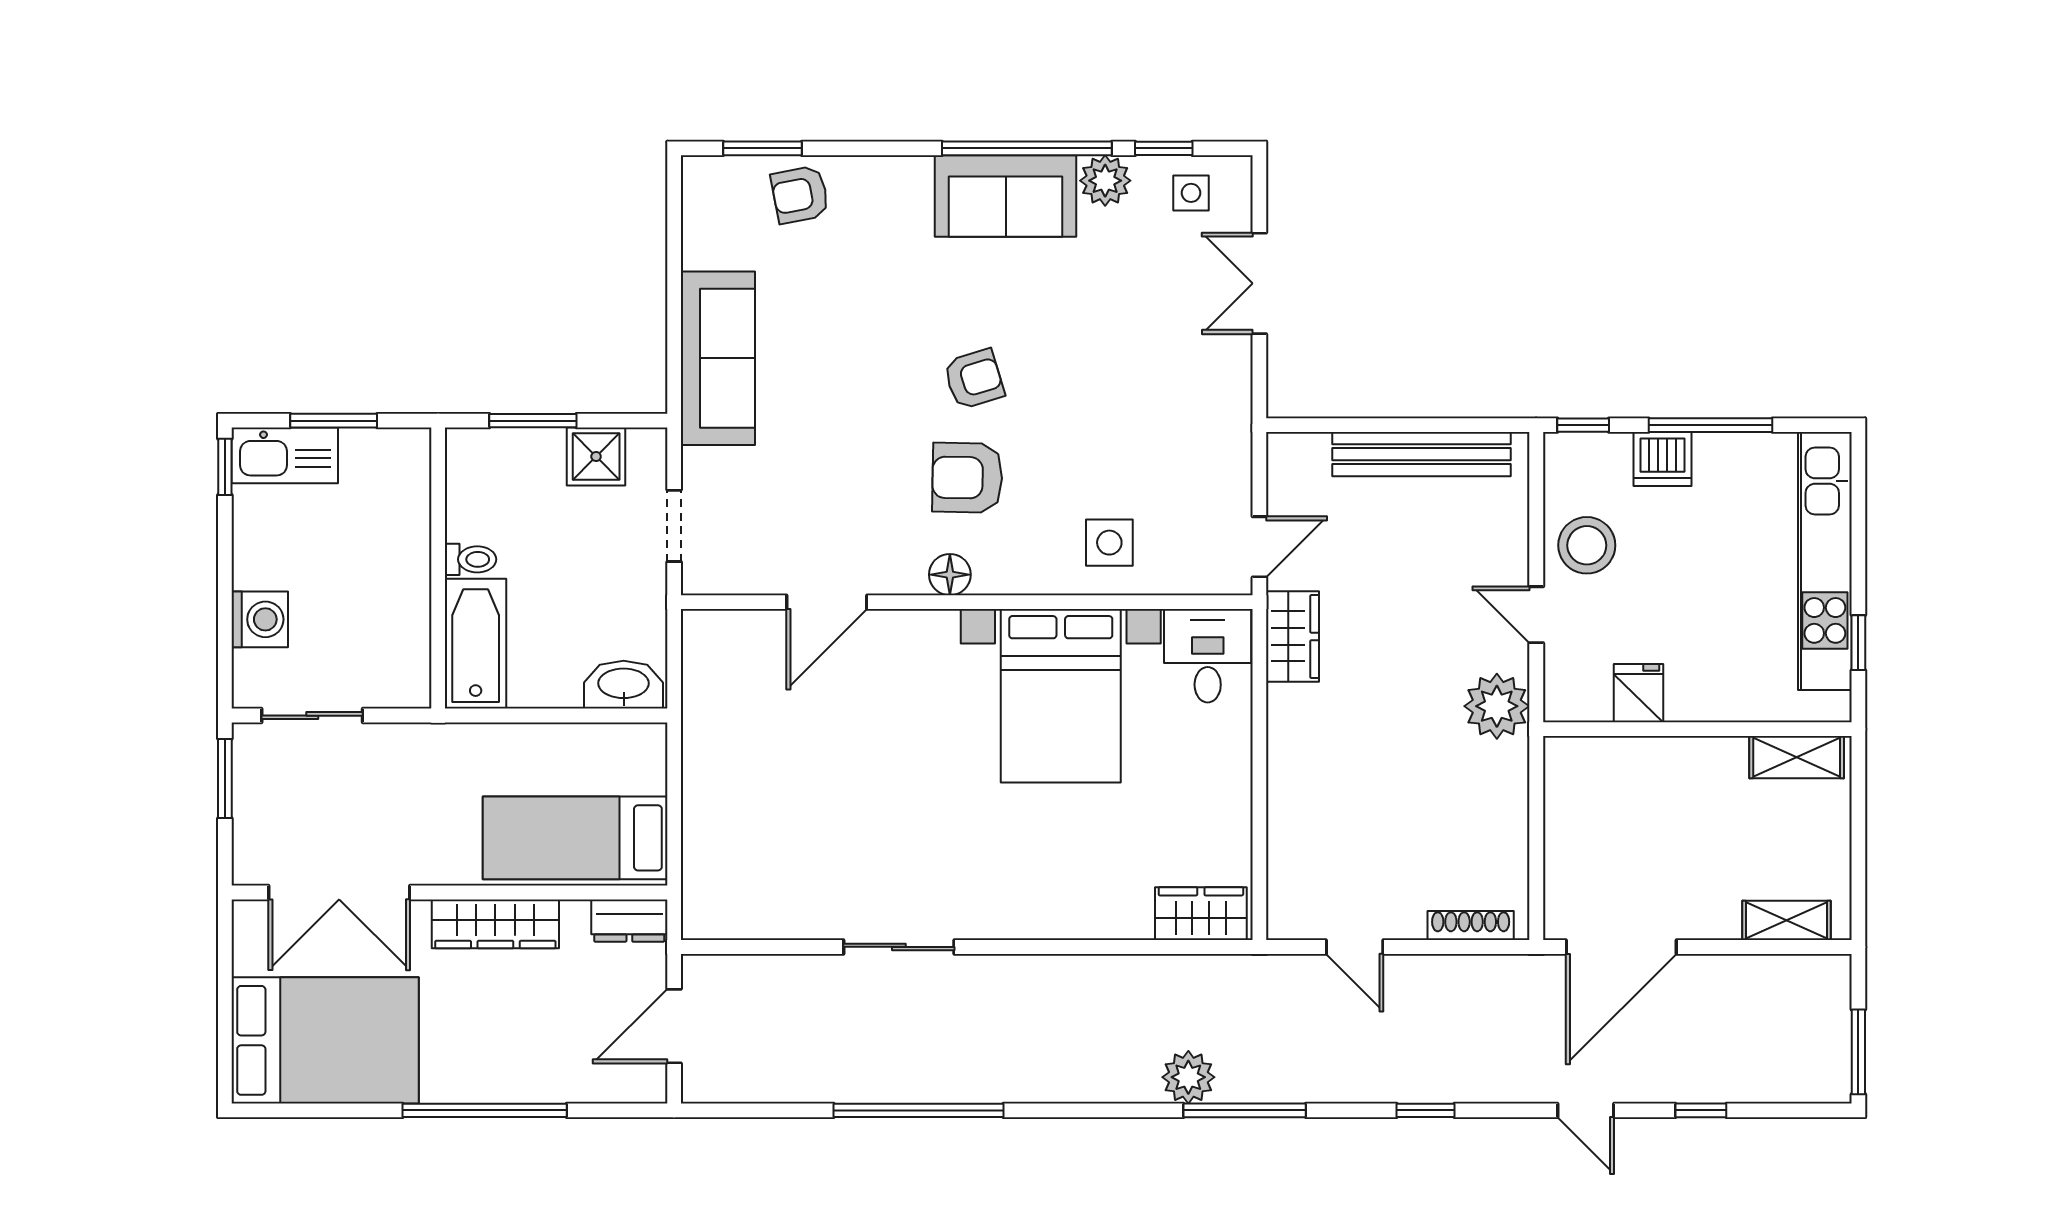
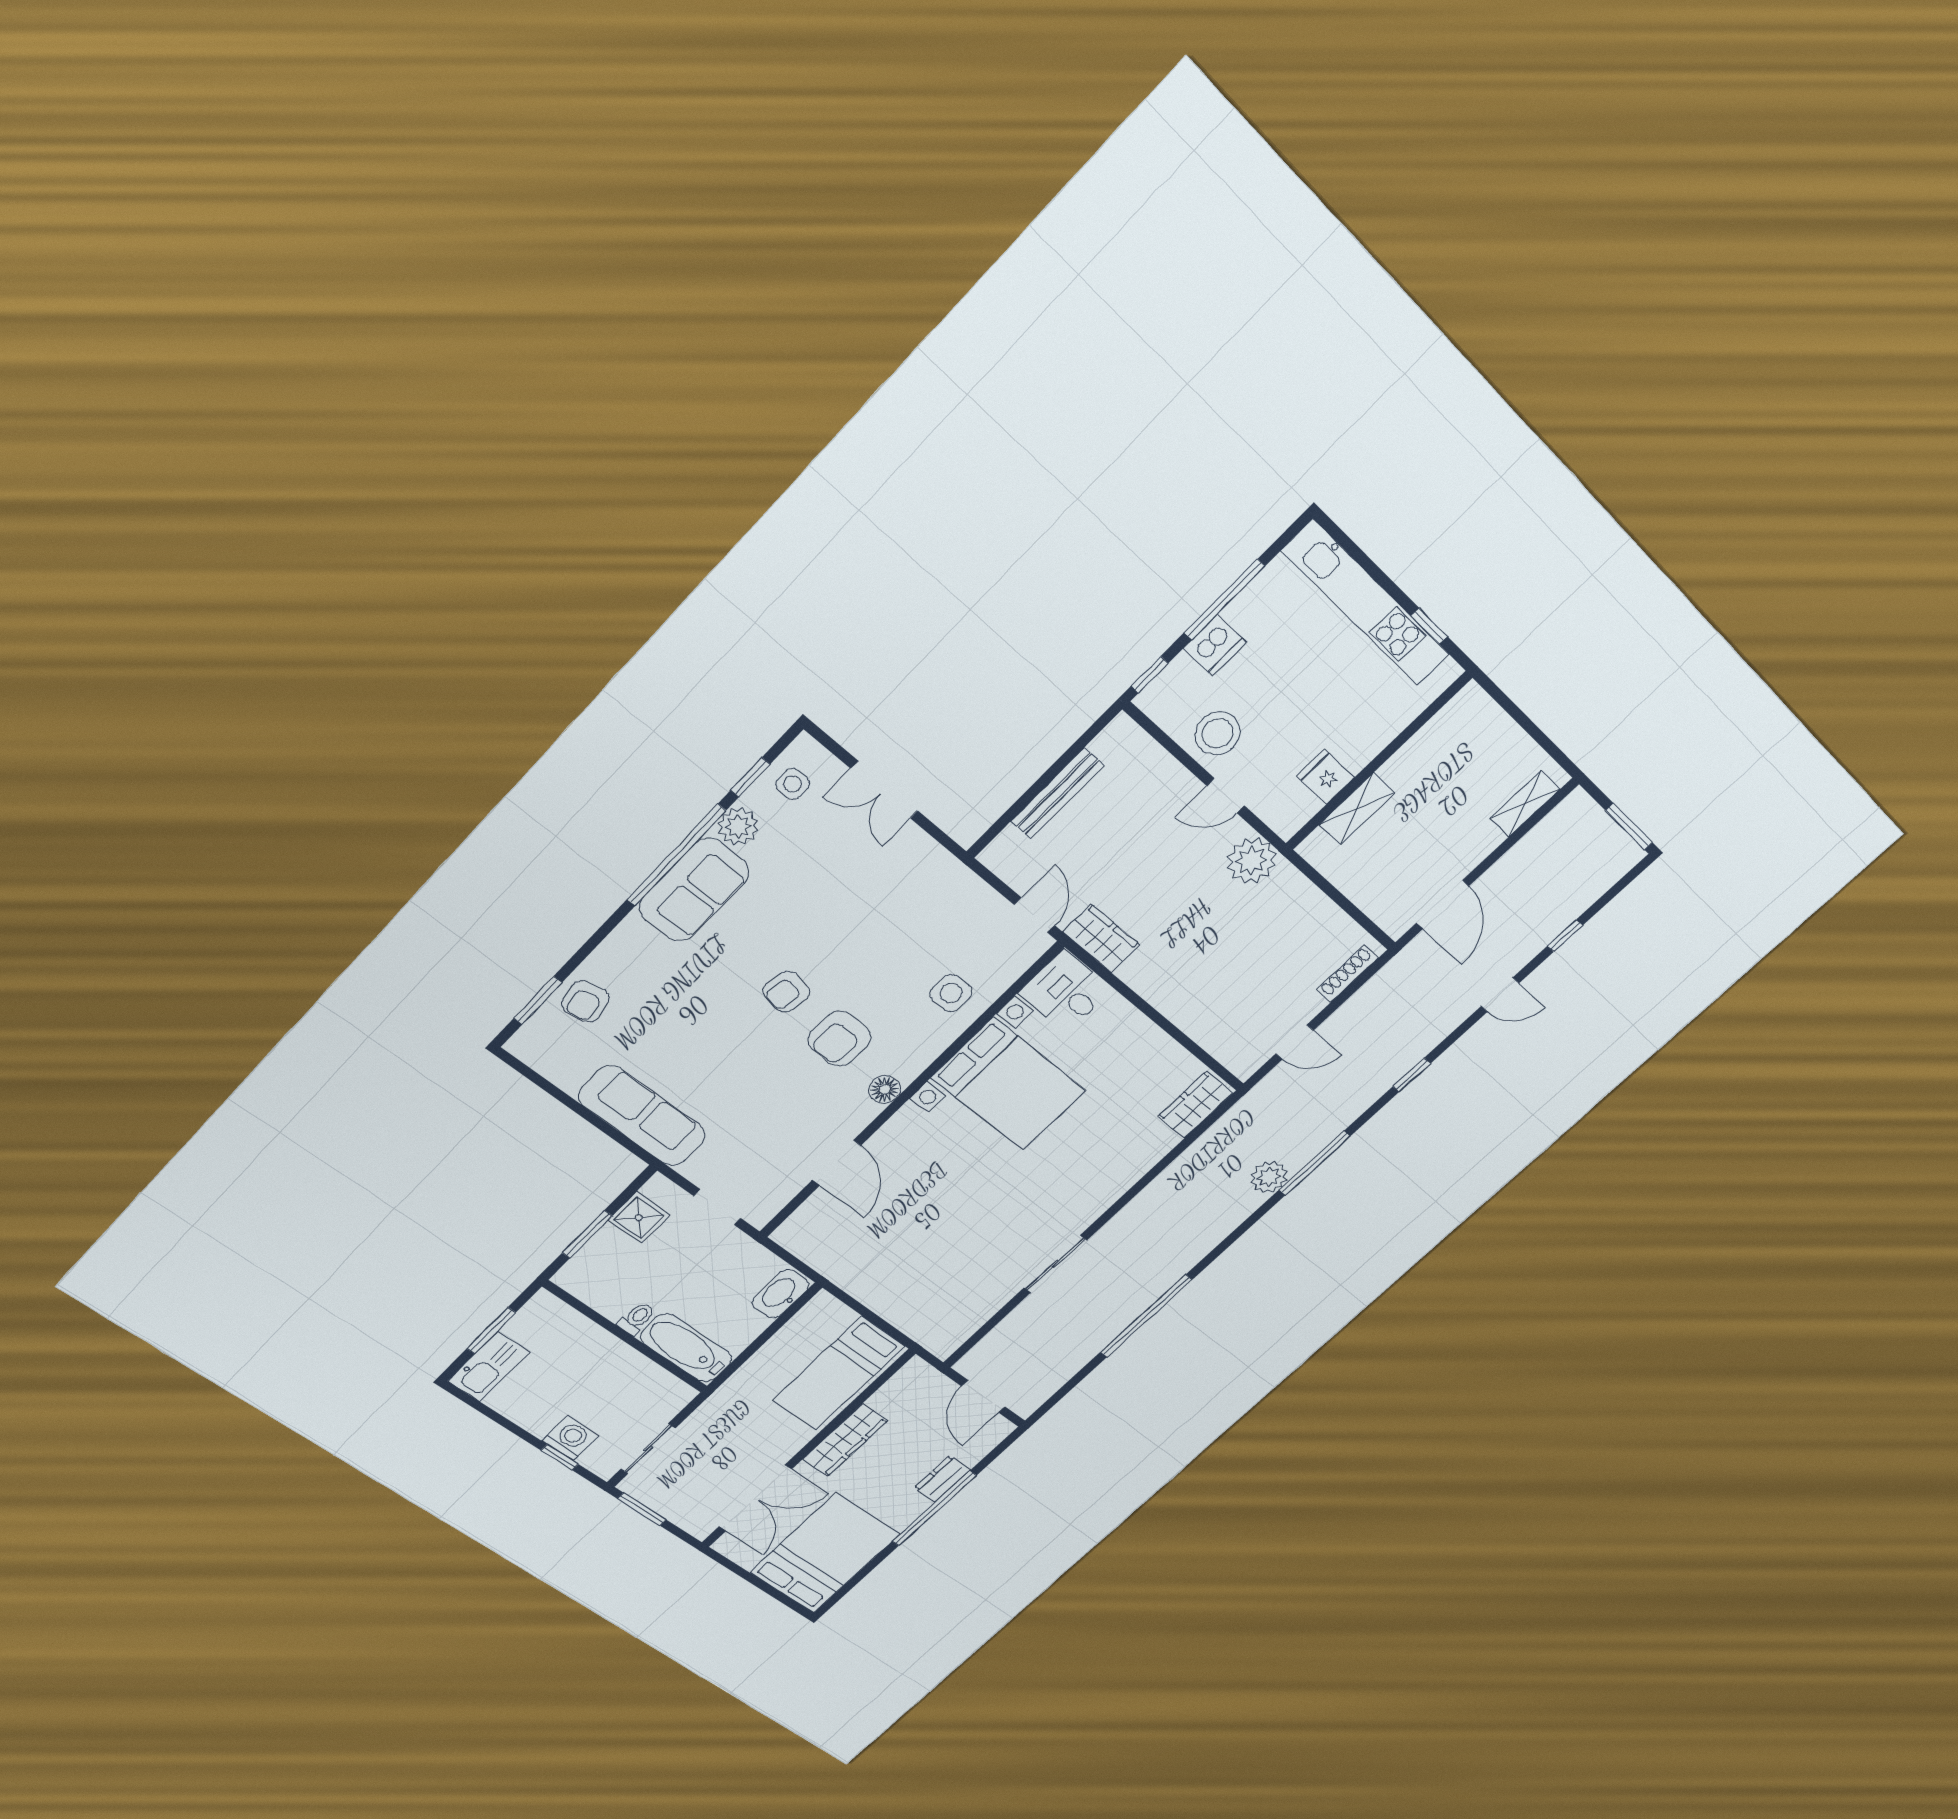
armchair: (974, 379) -> (786, 992), turned -153
bench: (1421, 454) -> (1057, 793), width x0.73, depth x0.82
window: (225, 467) -> (560, 1457), moved
shelving: (1797, 757) -> (1357, 809), moved
dresser: (629, 921) -> (942, 1479), moved, turned 180
door: (1621, 947) -> (1443, 905), width x0.73

